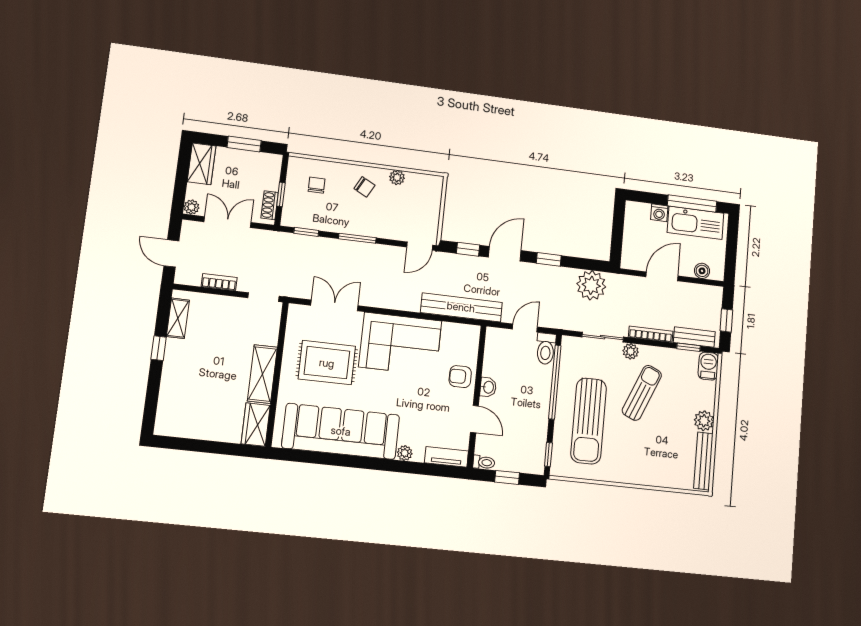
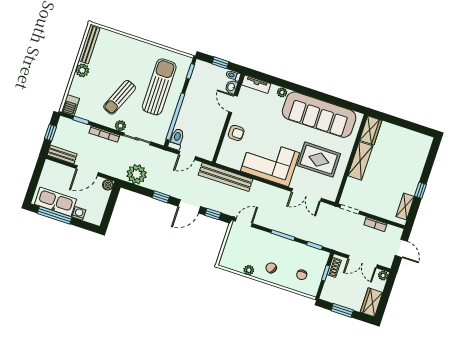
boiler: (702, 271) -> (108, 185), moved
bench: (694, 337) -> (62, 155), moved
washbasin: (488, 387) -> (231, 87), moved

